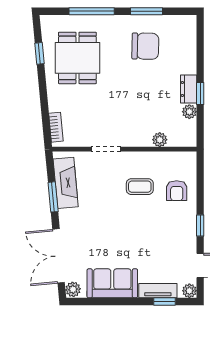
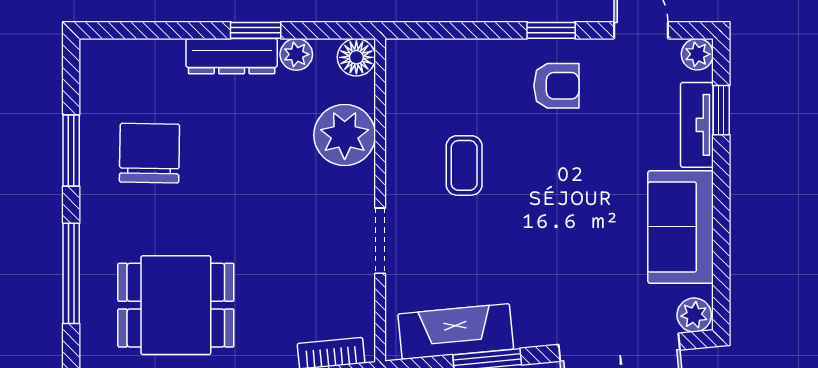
dresser: (189, 89) -> (232, 56), width x1.44
floor lamp: (188, 139) -> (356, 57), added
plant: (160, 140) -> (345, 135), width x1.88, depth x1.88
armchair: (177, 191) -> (556, 86), moved

